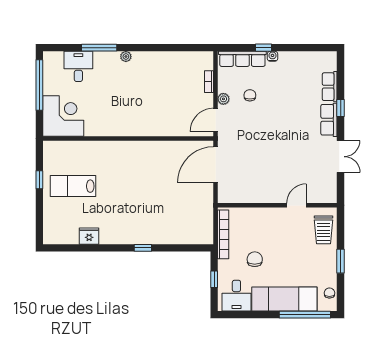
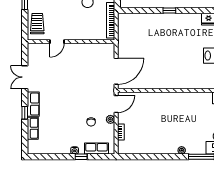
row of seats: (242, 59) -> (97, 149), width x0.68

